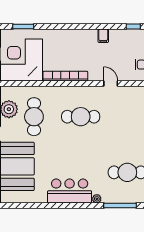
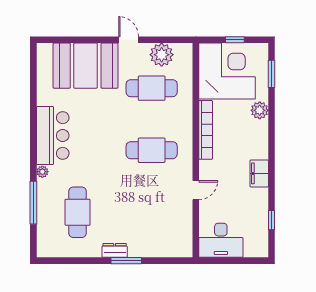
plant: (51, 35) -> (260, 110), added
filing cabinet: (103, 36) -> (259, 173), width x2.00
cafe table: (81, 117) -> (152, 150), turned 90

